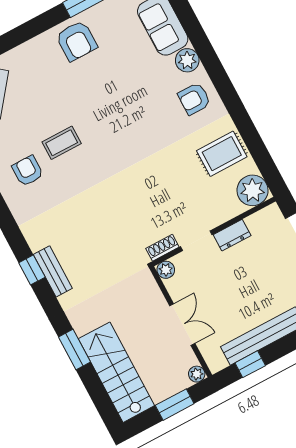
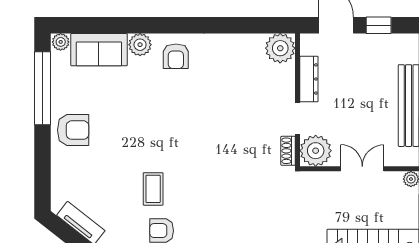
rug: (222, 154) -> (235, 58), removed
dresser: (232, 235) -> (309, 79), width x1.44
plant: (166, 270) -> (316, 151), width x1.87, depth x1.87

